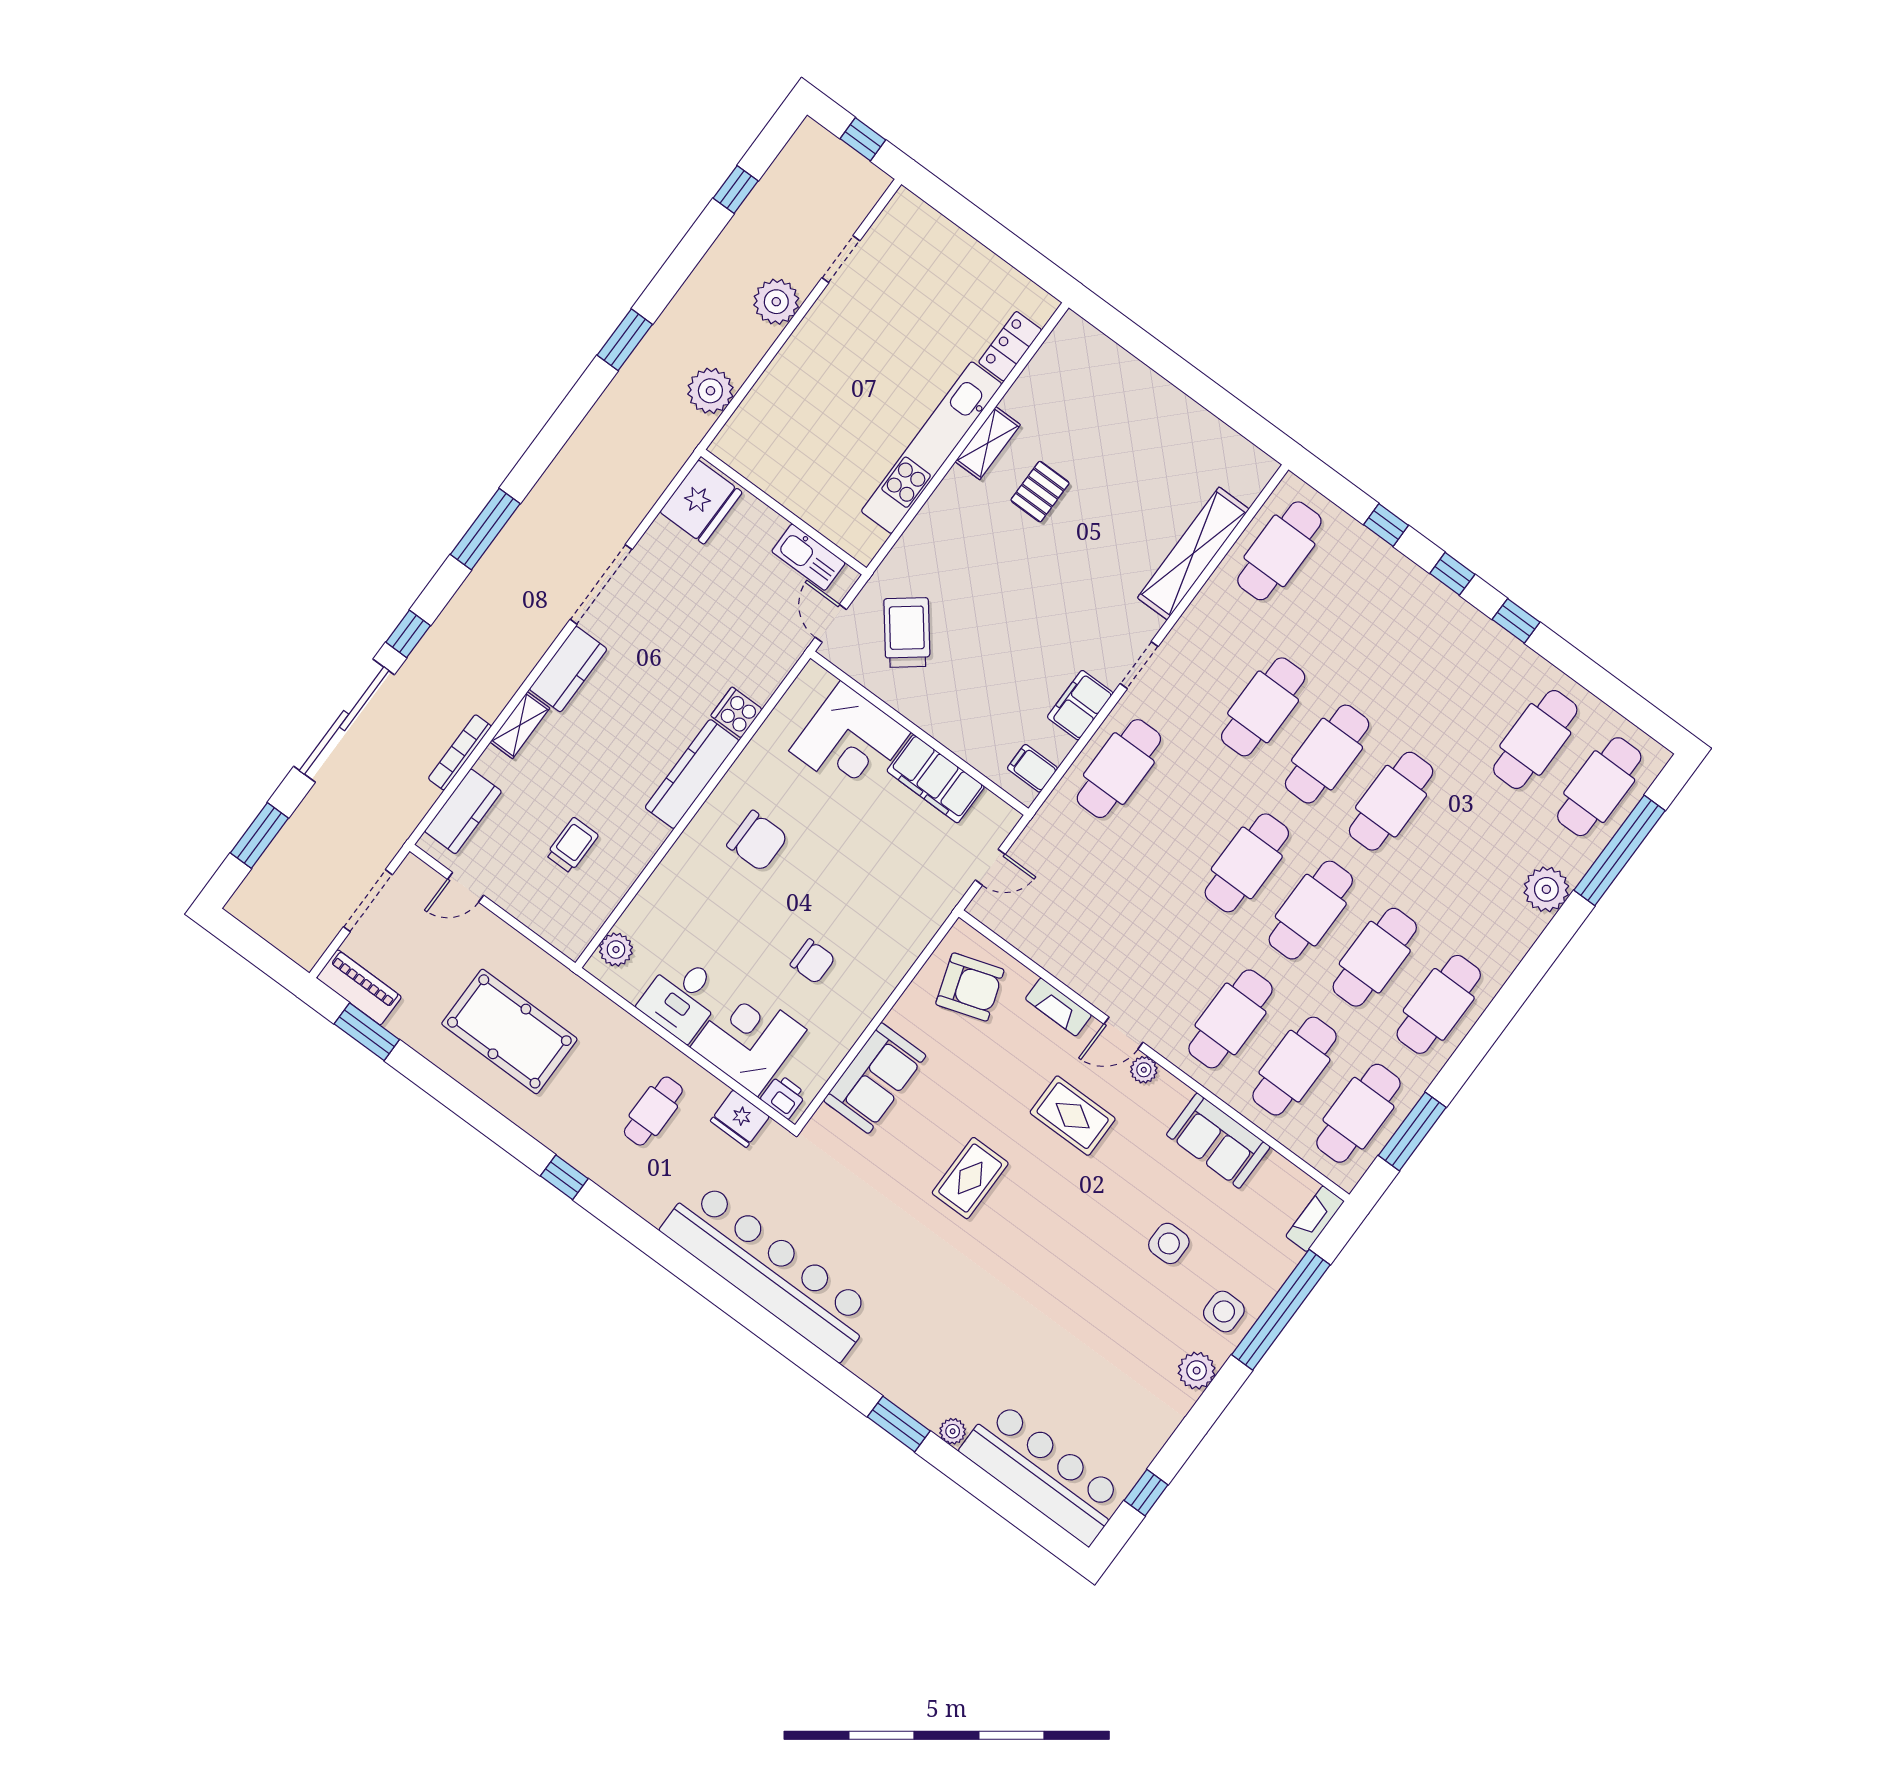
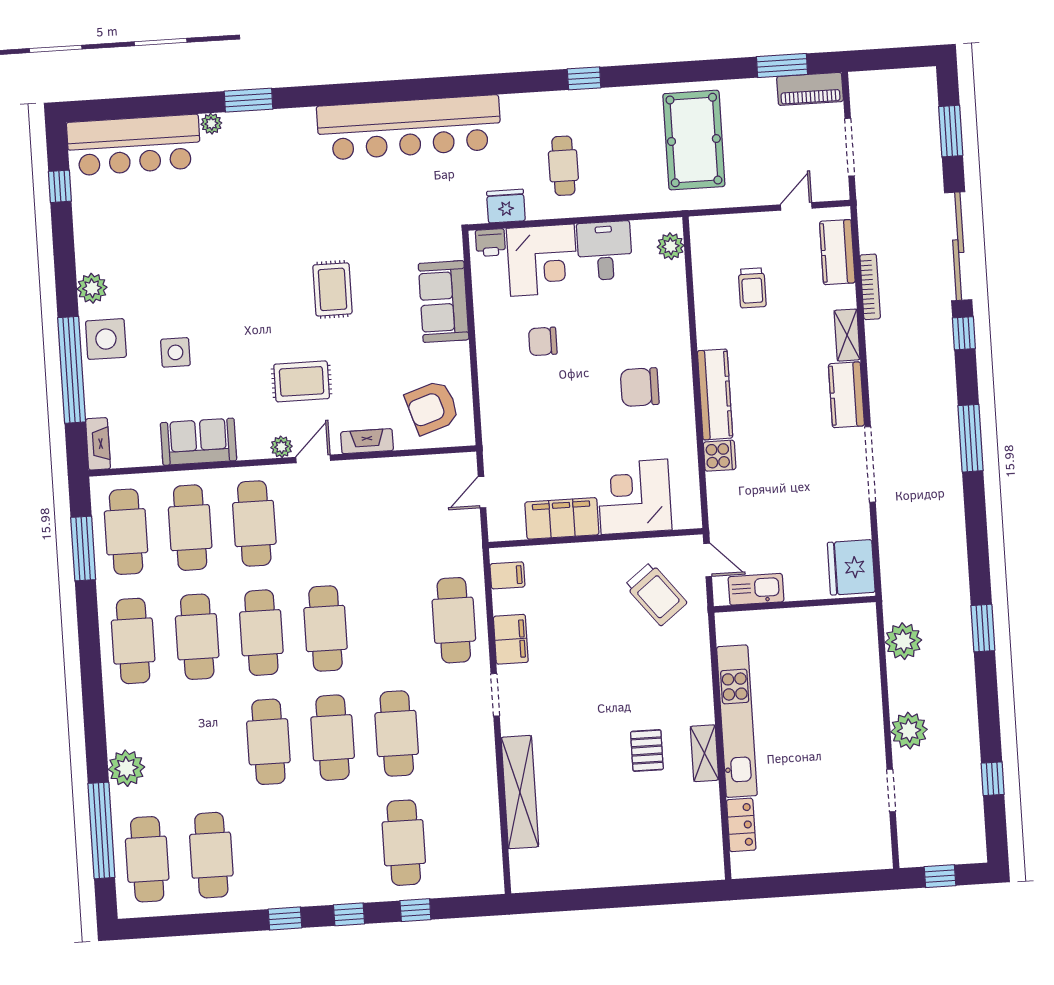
cafe table: (1279, 551) -> (404, 843), moved
pool table: (509, 1031) -> (694, 140), turned 90
side table: (1224, 1311) -> (106, 339), width x1.37, depth x1.37

